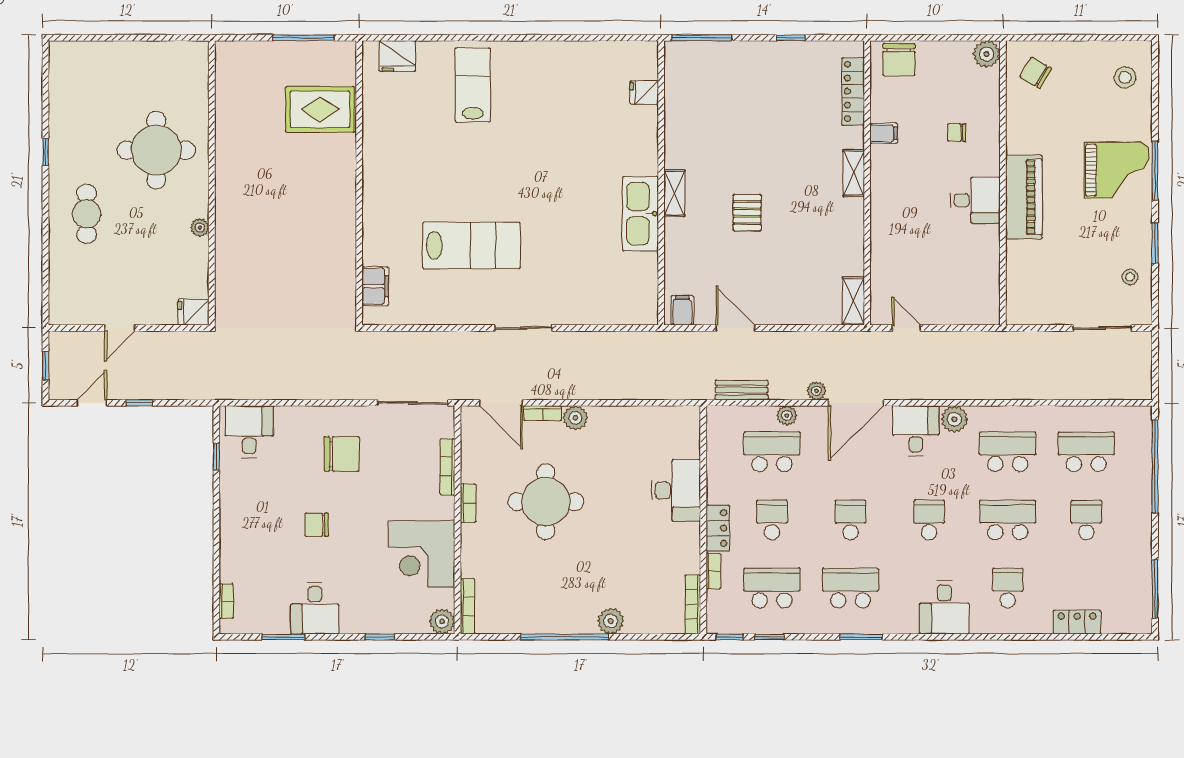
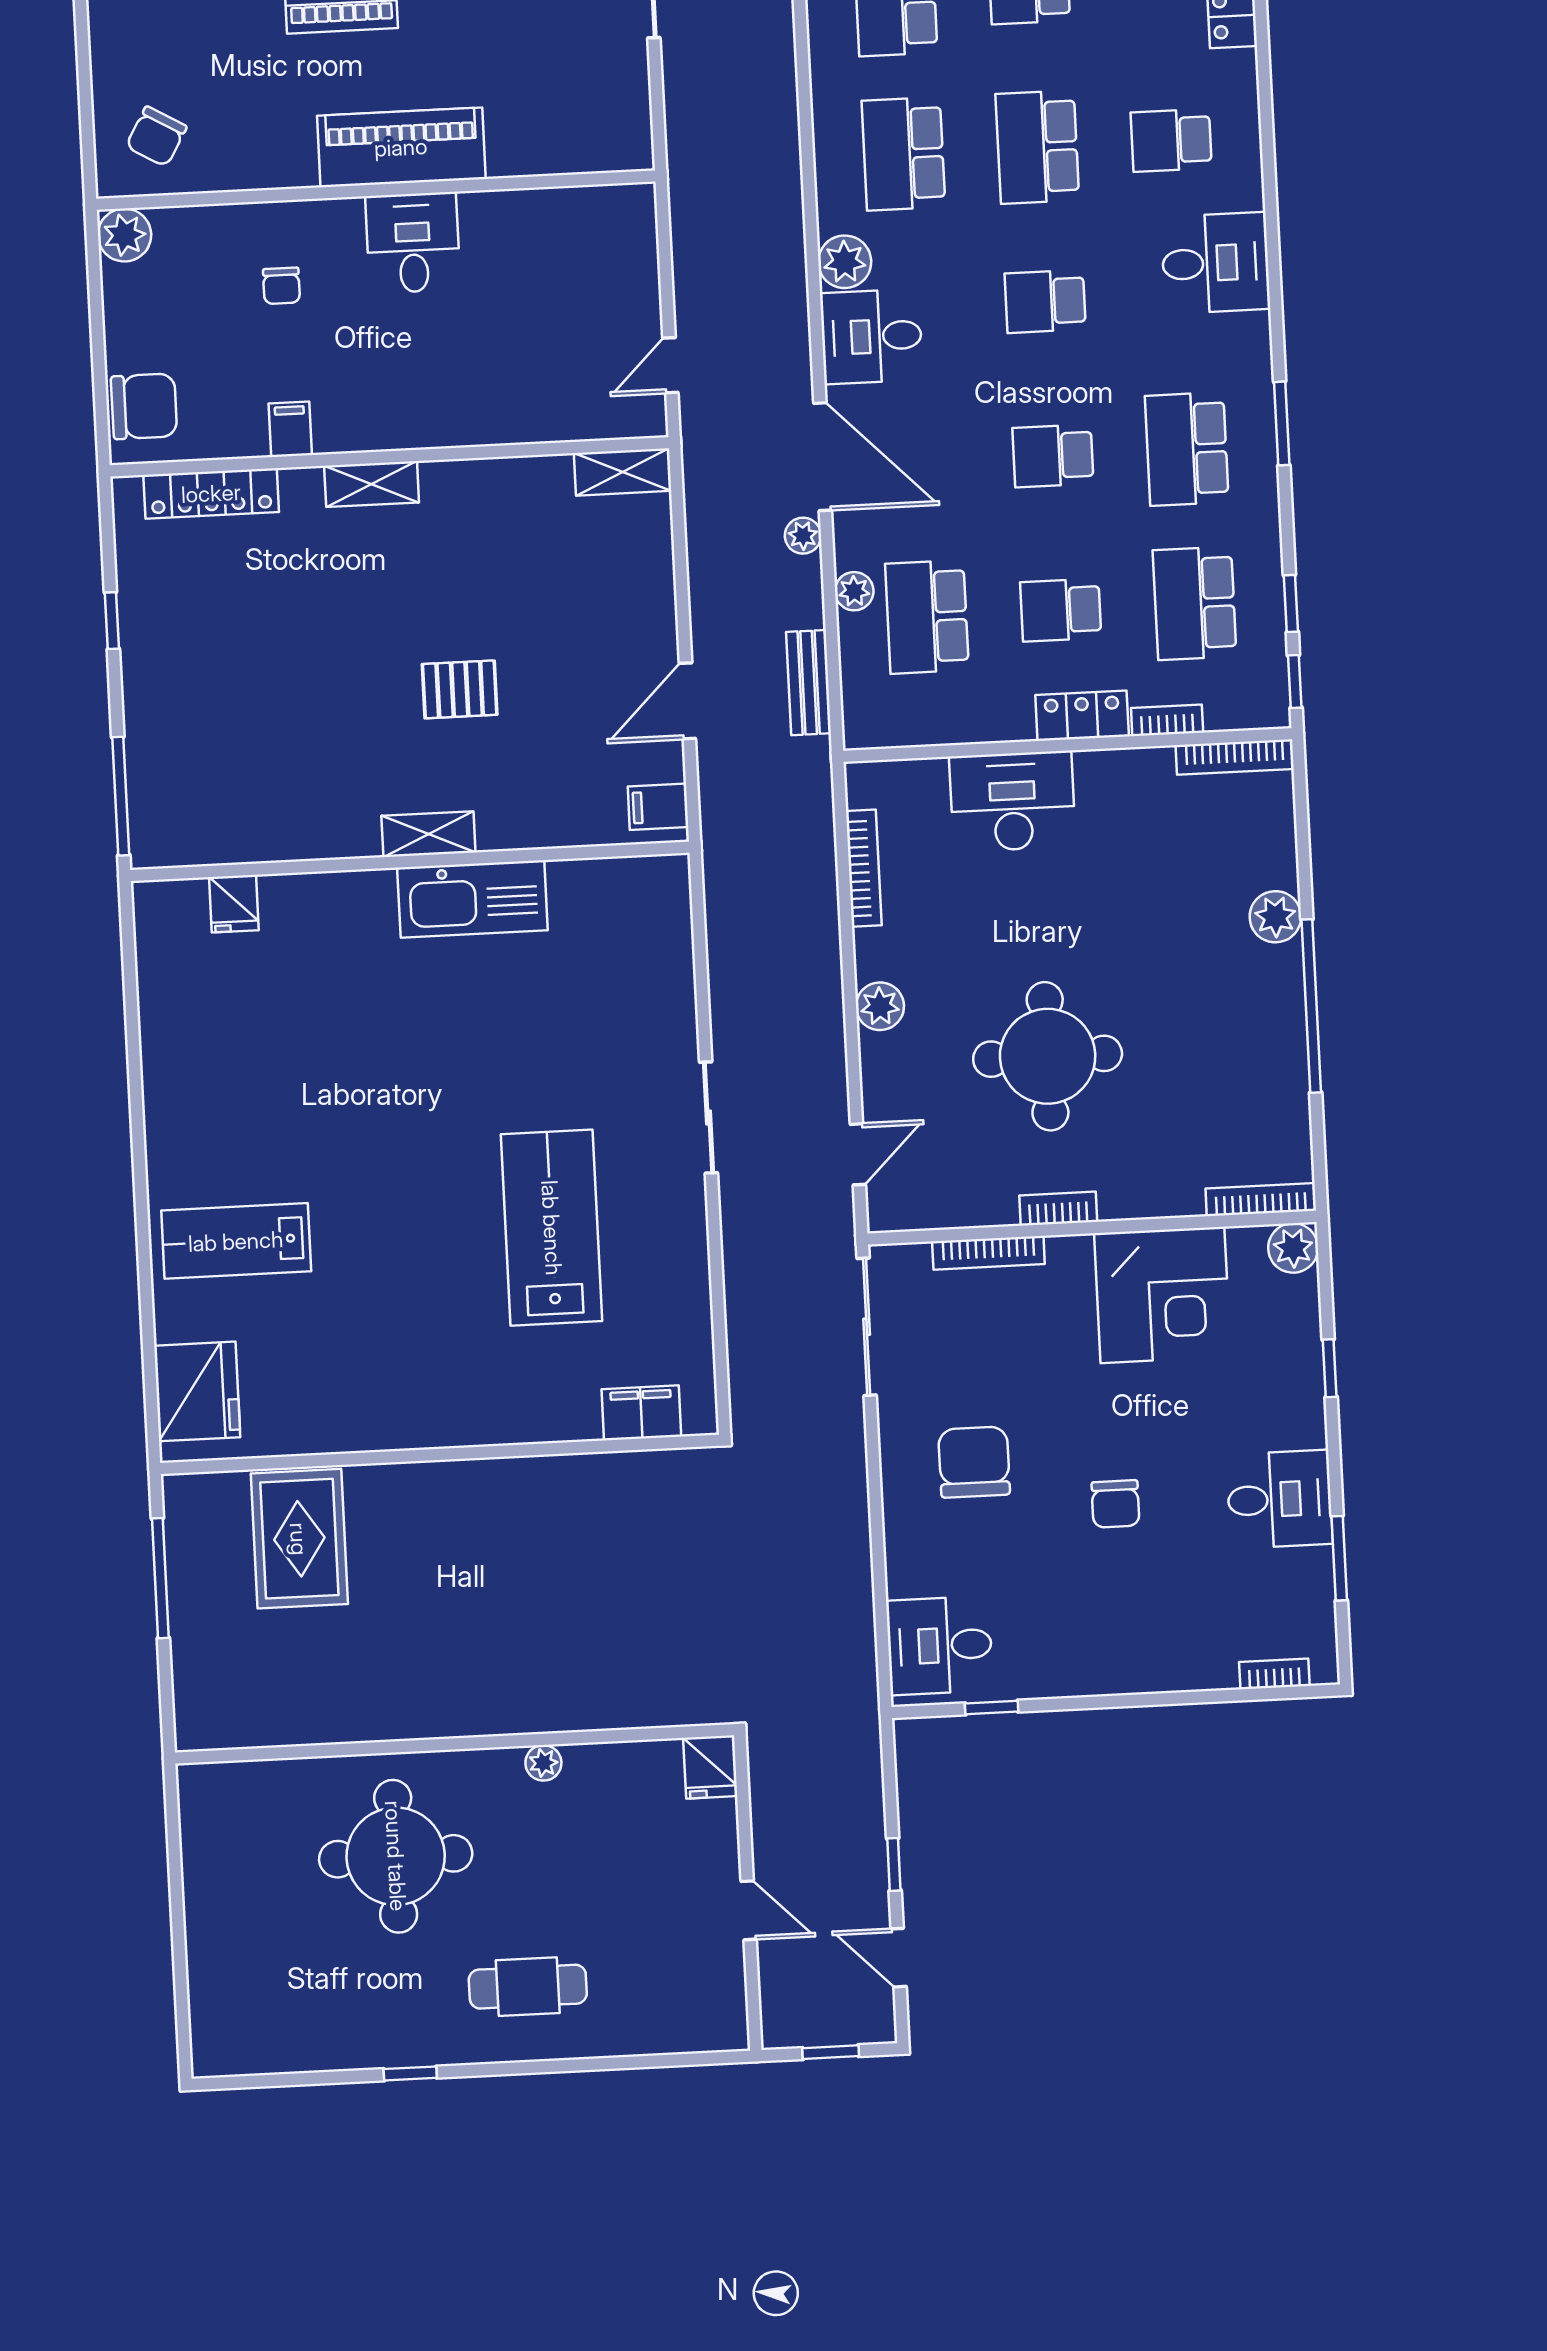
fridge: (397, 56) -> (197, 1391), width x1.36, depth x1.34
door: (501, 403) -> (858, 1154), width x0.73
bookcase: (542, 413) -> (864, 868), moved, width x1.56

